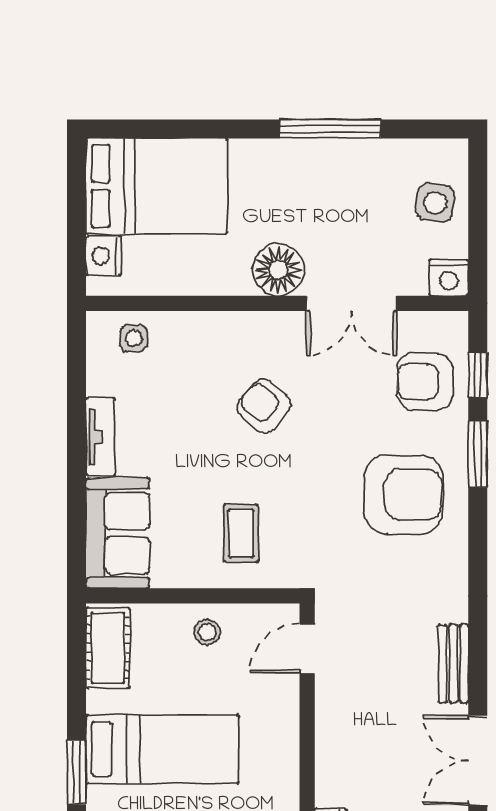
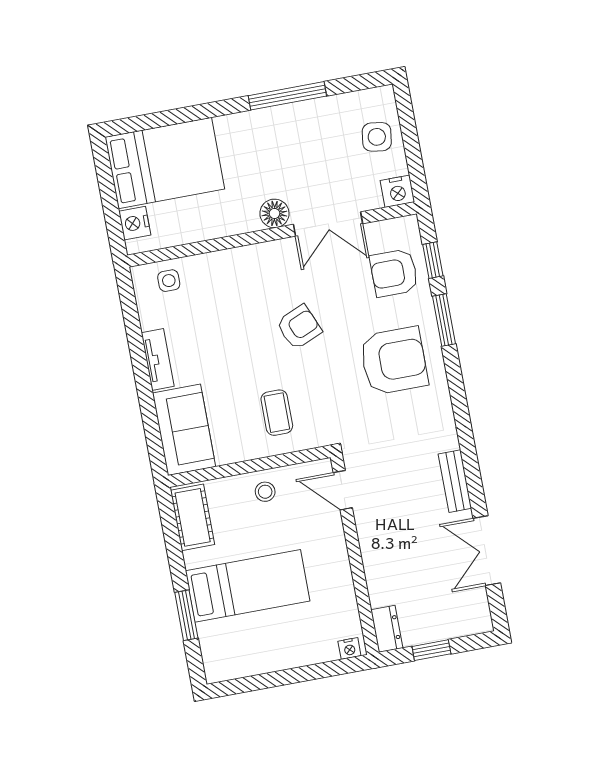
floor lamp: (278, 270) -> (274, 213), width x0.73, depth x0.73
armchair: (264, 406) -> (299, 327), moved, turned 118
door: (307, 649) -> (343, 490), hinge flipped

